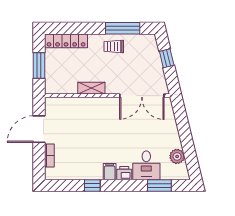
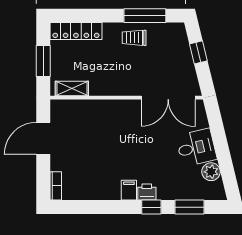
shelving: (91, 88) -> (72, 89), moved
bookcase: (49, 156) -> (56, 186), moved
desk: (146, 165) -> (196, 148), moved, turned -104
window: (92, 185) -> (151, 207), moved

